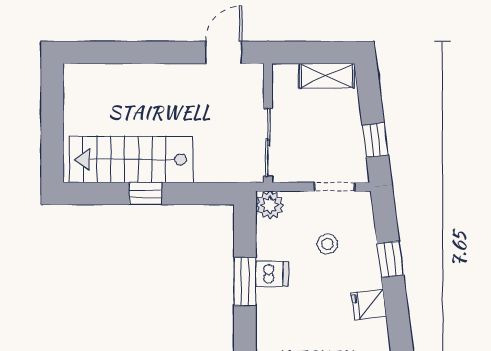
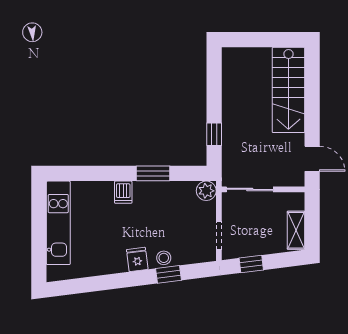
stairs: (131, 159) -> (288, 90), moved, turned 180
window: (145, 194) -> (214, 134), moved
stool: (327, 244) -> (164, 258), moved
dishwasher: (272, 274) -> (123, 192), moved

